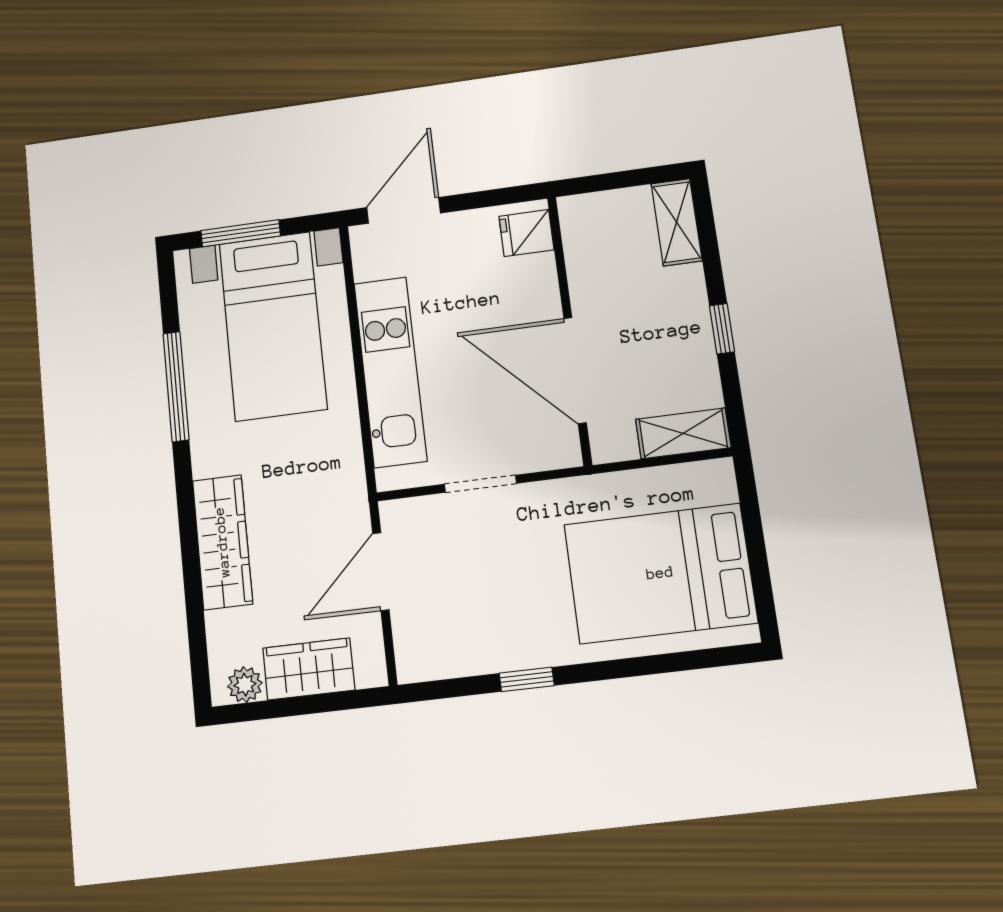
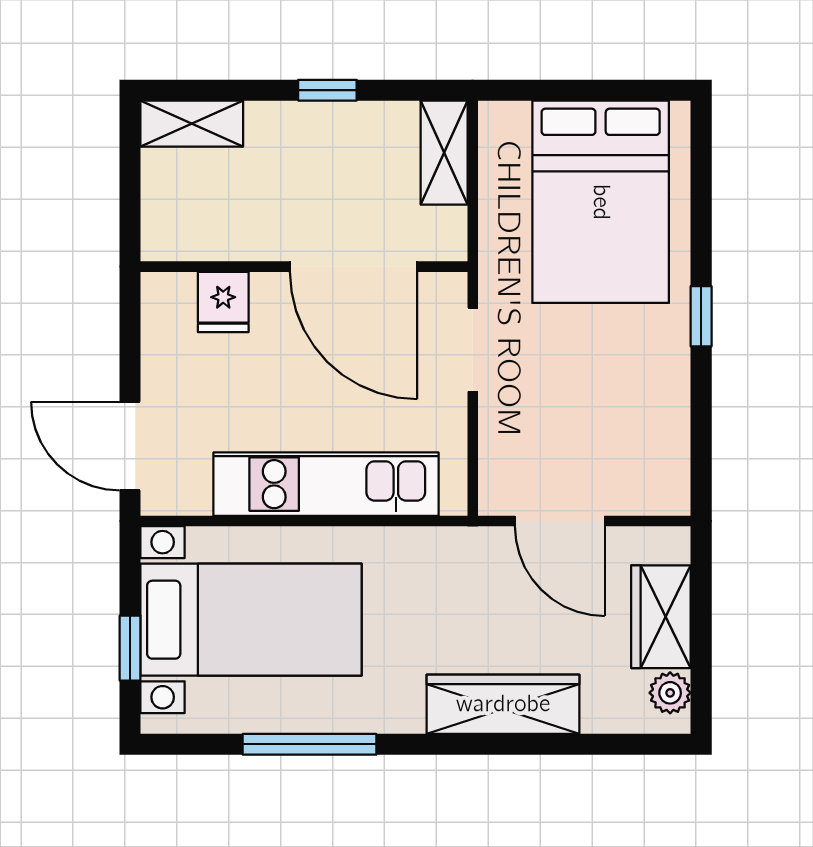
window: (241, 233) -> (130, 648), width x0.67
fridge: (526, 233) -> (223, 302), moved
door: (575, 370) -> (354, 267), hinge flipped
doorway: (480, 484) -> (473, 350), moved
window: (527, 679) -> (701, 316), moved

